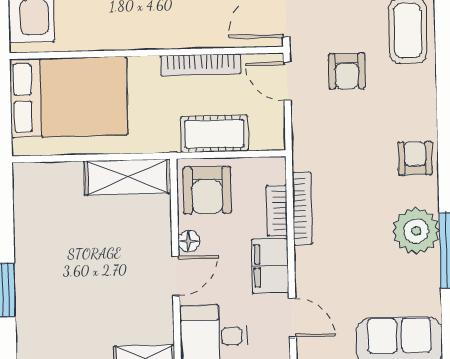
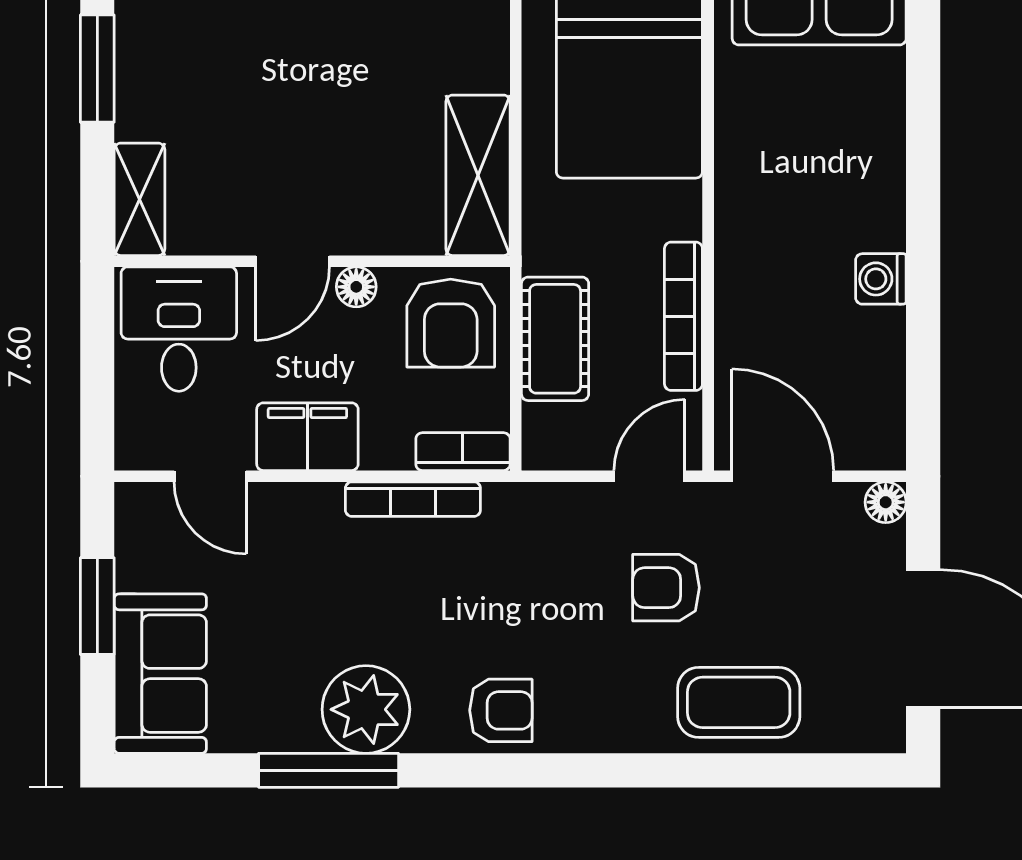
armchair: (207, 190) -> (451, 323), turned -90
bookcase: (277, 210) -> (463, 452), moved
door: (176, 276) -> (293, 261), hinge flipped
door: (292, 318) -> (210, 476), hinge flipped

